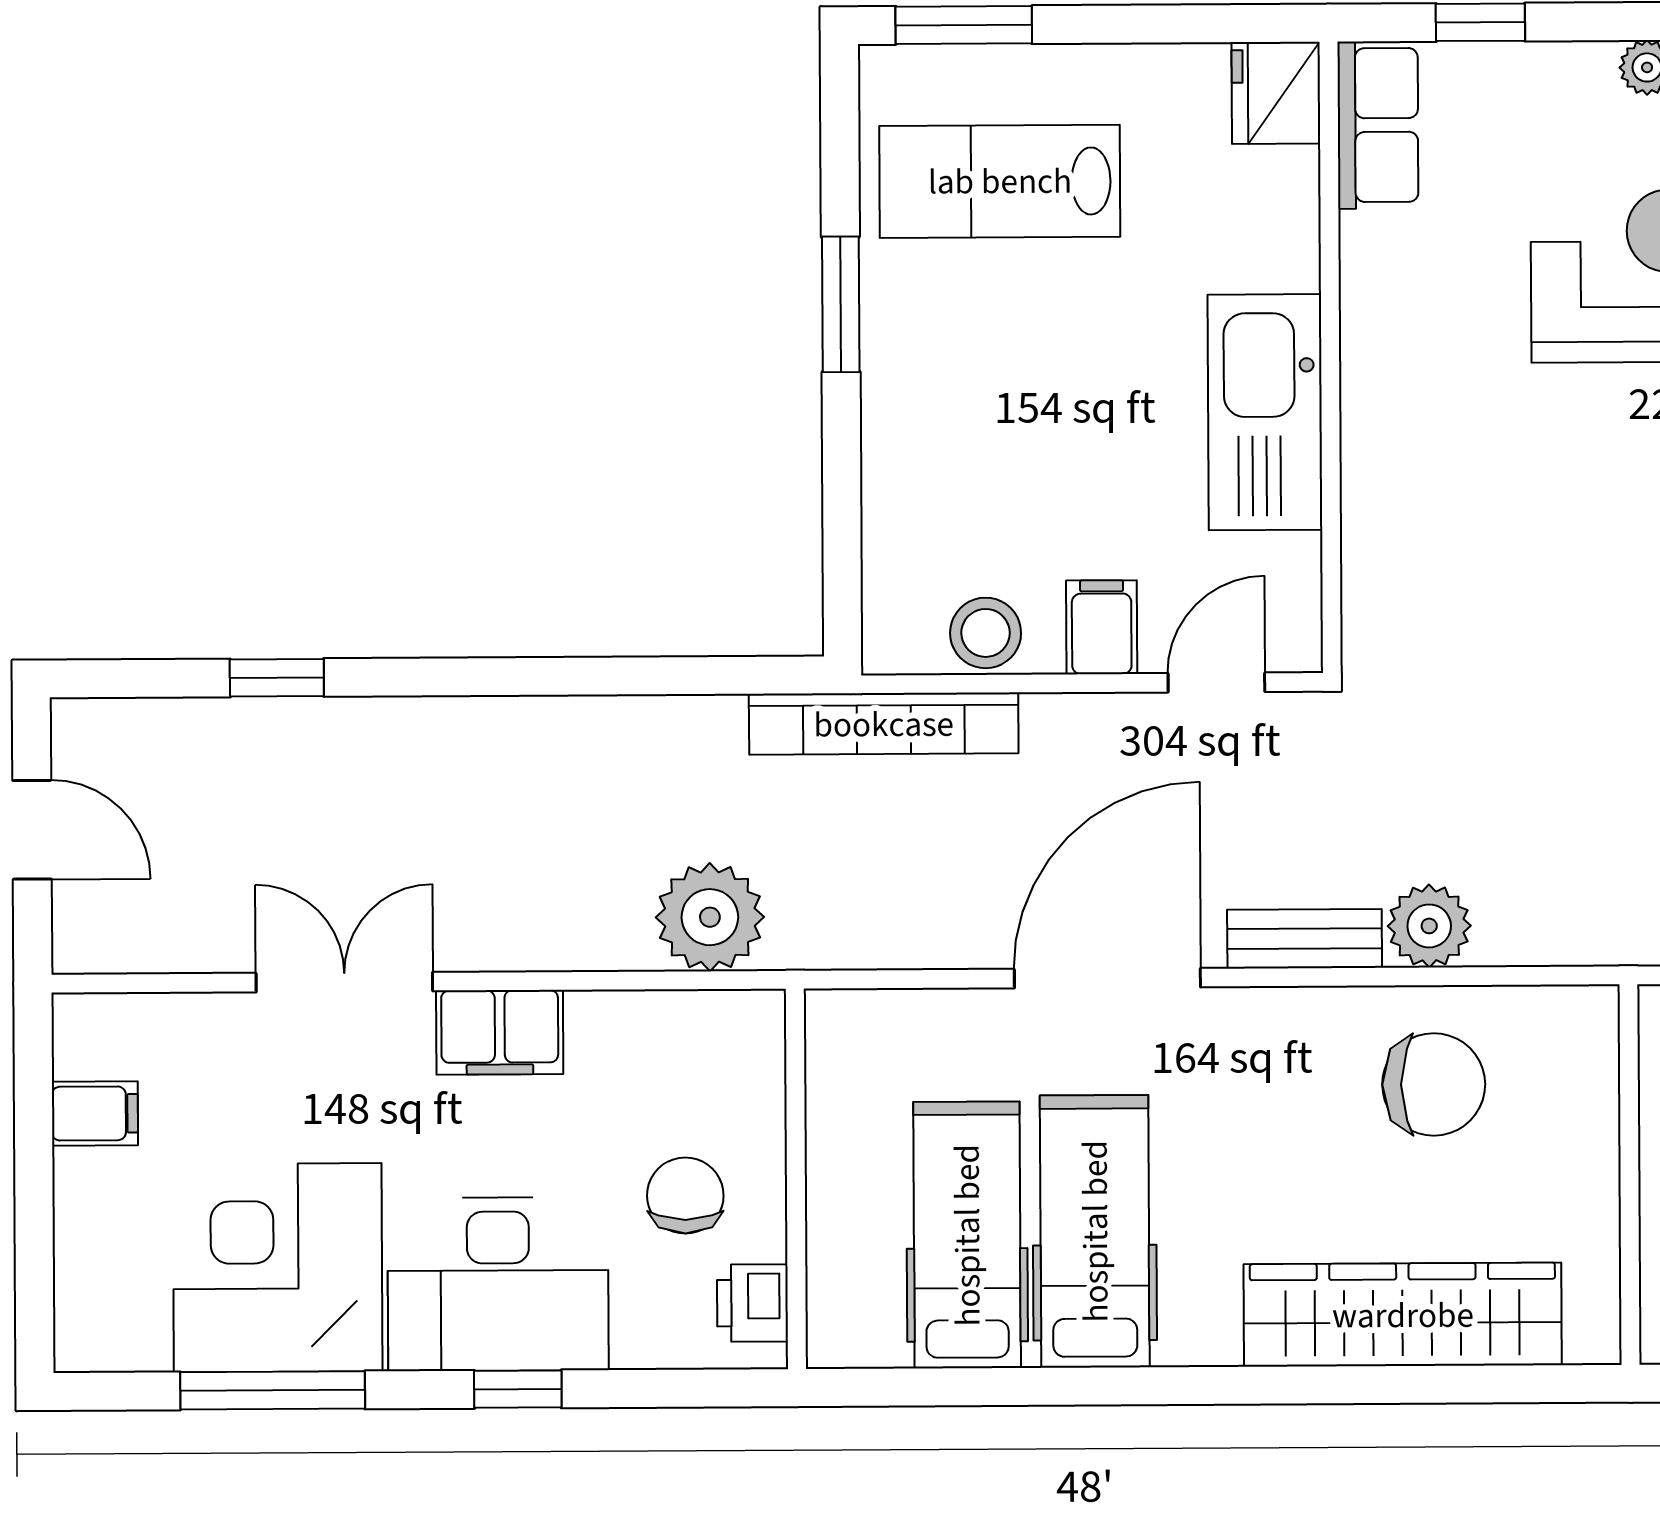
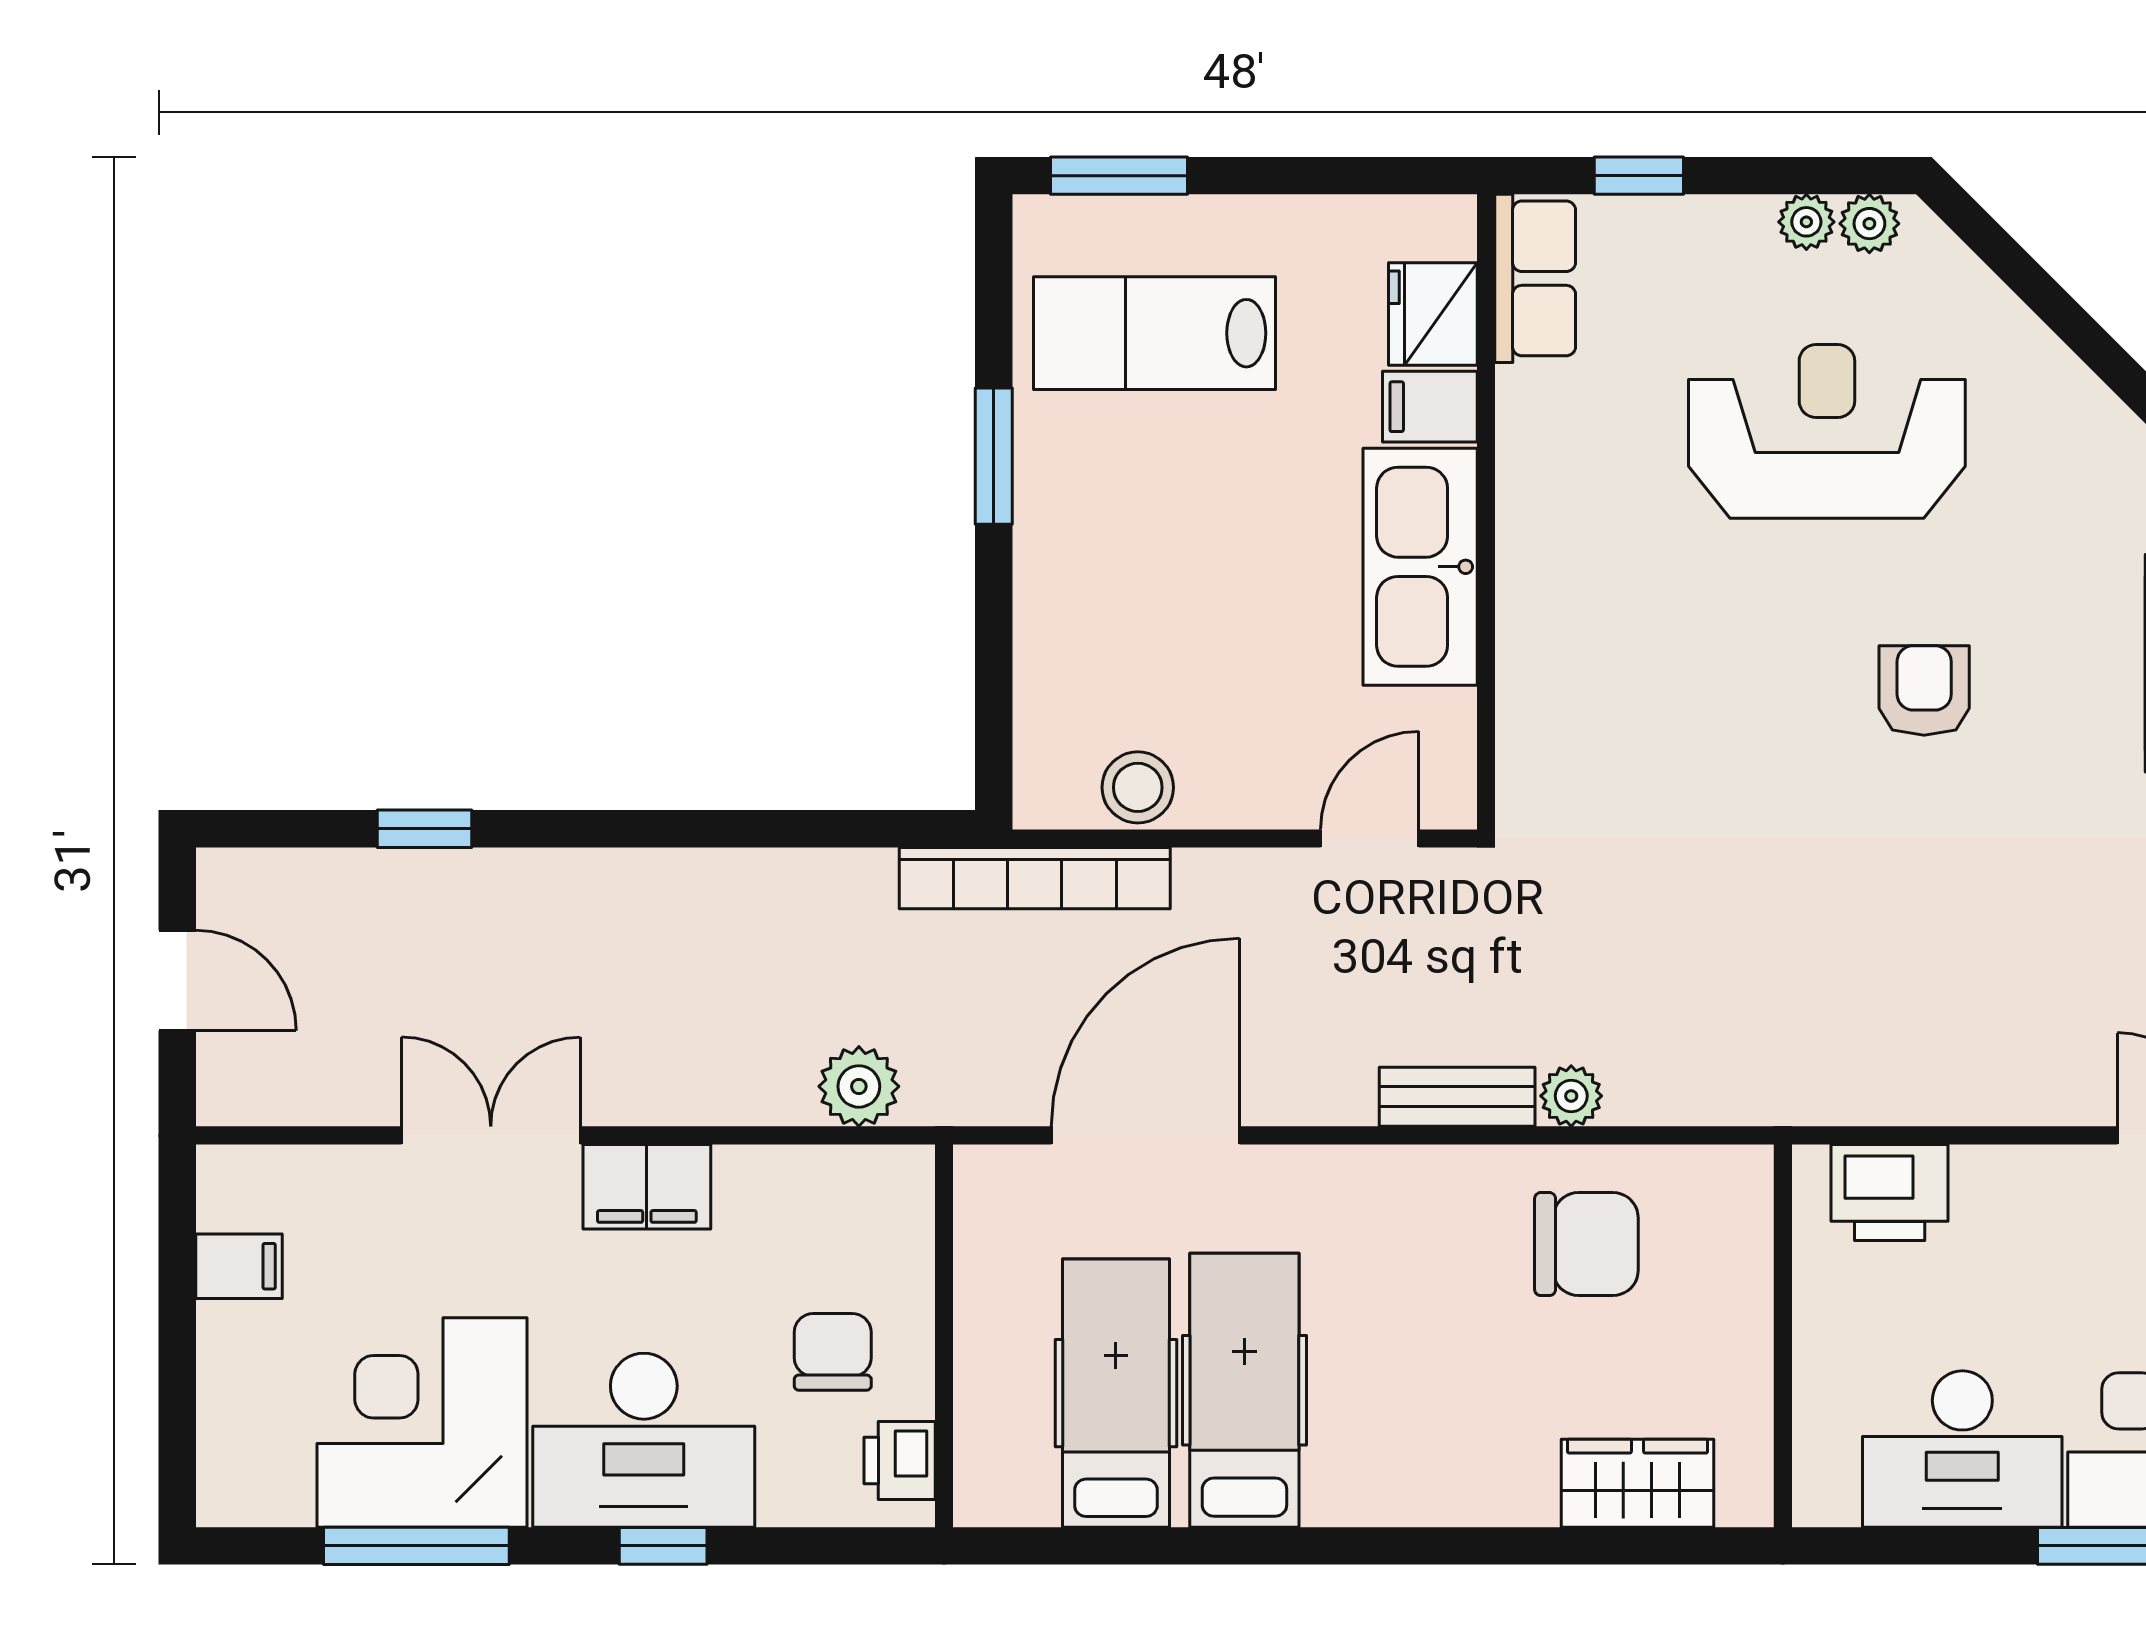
fridge: (1276, 93) -> (1433, 314), moved
filing cabinet: (1102, 627) -> (1430, 407), moved, turned -90
plant: (710, 917) -> (859, 1086), width x0.73, depth x0.73
plant: (1429, 926) -> (1571, 1096), width x0.73, depth x0.73
door: (1107, 978) -> (1146, 1135), moved
wardrobe: (1403, 1315) -> (1637, 1483), width x0.48, depth x0.85

